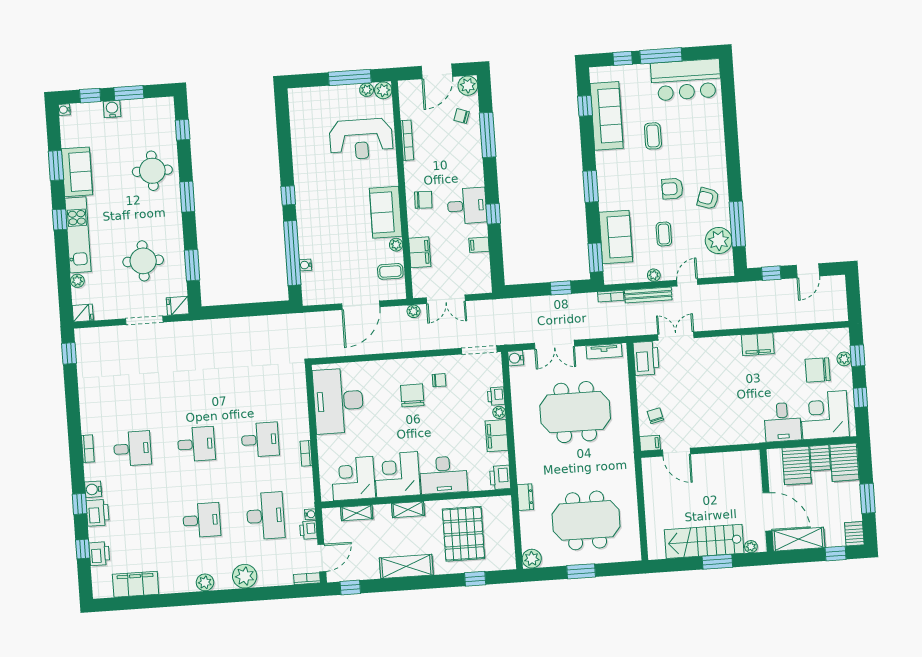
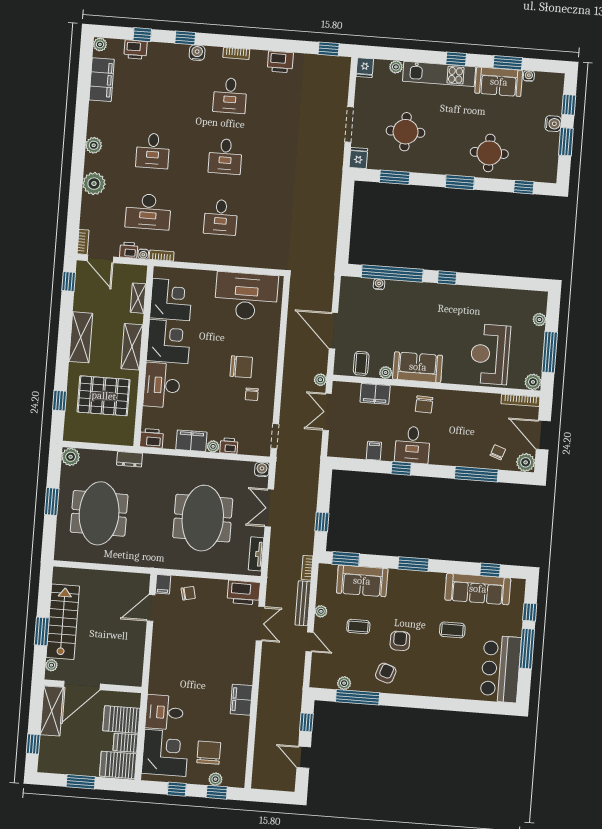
plant: (367, 90) -> (539, 320), moved
water cooler: (64, 110) -> (529, 76), moved
bookcase: (407, 140) -> (520, 400), moved
plant: (719, 241) -> (344, 683), width x0.53, depth x0.53
doorway: (479, 350) -> (275, 436), width x0.73
bookcase: (306, 453) -> (162, 256), moved
shelving: (408, 510) -> (132, 347), width x1.50, depth x1.33
printer: (98, 513) -> (280, 62), moved
server rack: (854, 534) -> (49, 764), removed
plant: (99, 591) -> (100, 44), added

